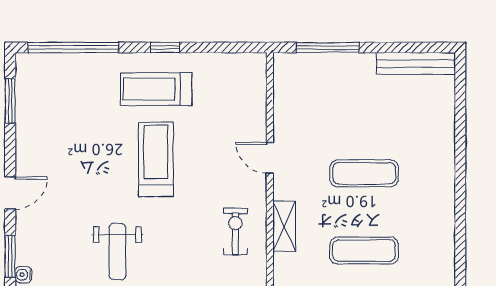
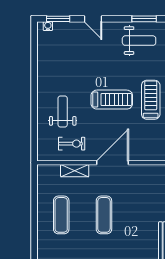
weight bench: (49, 110) -> (139, 41), added
door: (270, 158) -> (113, 163), width x1.87
weight bench: (117, 251) -> (63, 111), moved, turned 90

